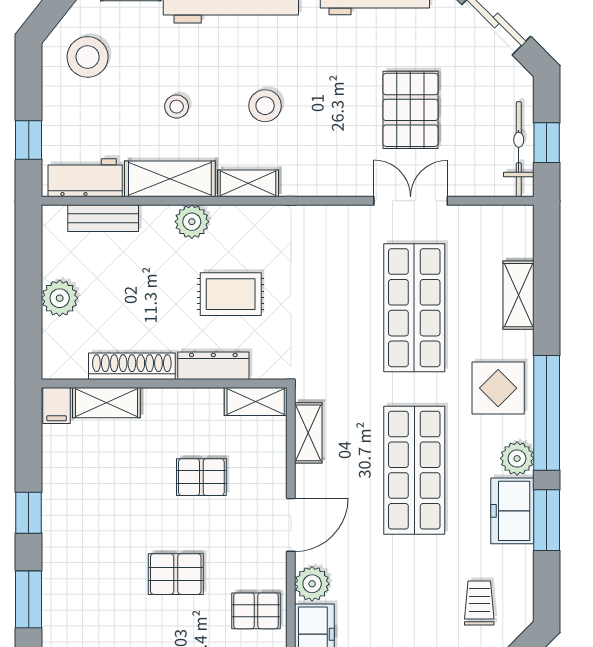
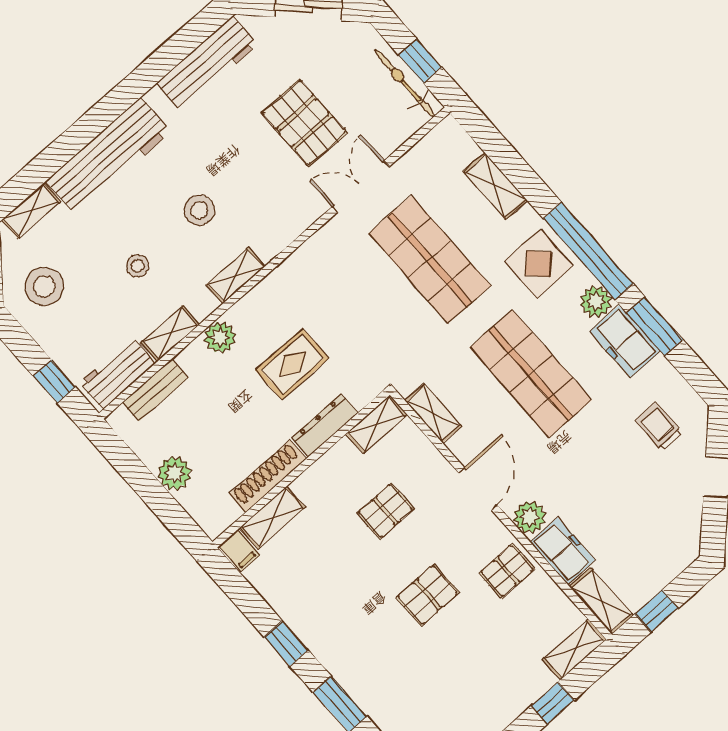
shelving: (170, 179) -> (170, 333), width x0.67, depth x0.75

